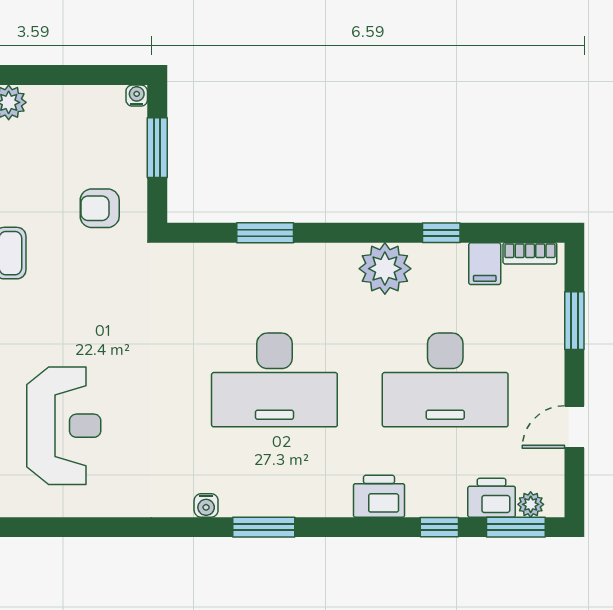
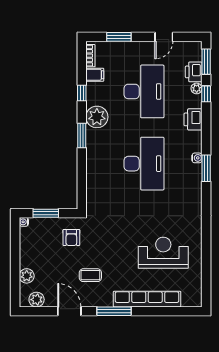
window: (265, 233) -> (82, 135), moved
door: (574, 427) -> (164, 37), hinge flipped
plant: (531, 504) -> (197, 88), moved
water cooler: (206, 505) -> (197, 158), moved

